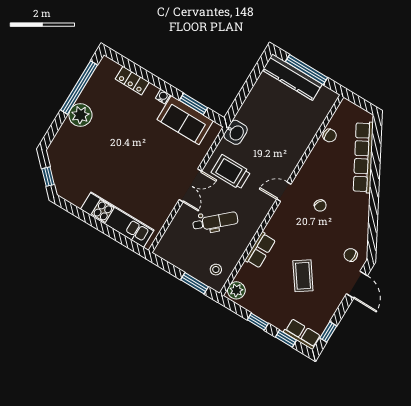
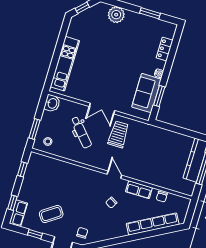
window: (79, 88) -> (150, 13), width x0.47
plant: (80, 115) -> (116, 15), moved
washbasin: (236, 132) -> (52, 103), moved, turned -90
row of seats: (260, 250) -> (139, 190), moved
coffee table: (303, 276) -> (51, 214), moved
plant: (236, 290) -> (37, 159), removed
window: (258, 322) -> (22, 169), moved
window: (328, 332) -> (35, 234), moved

